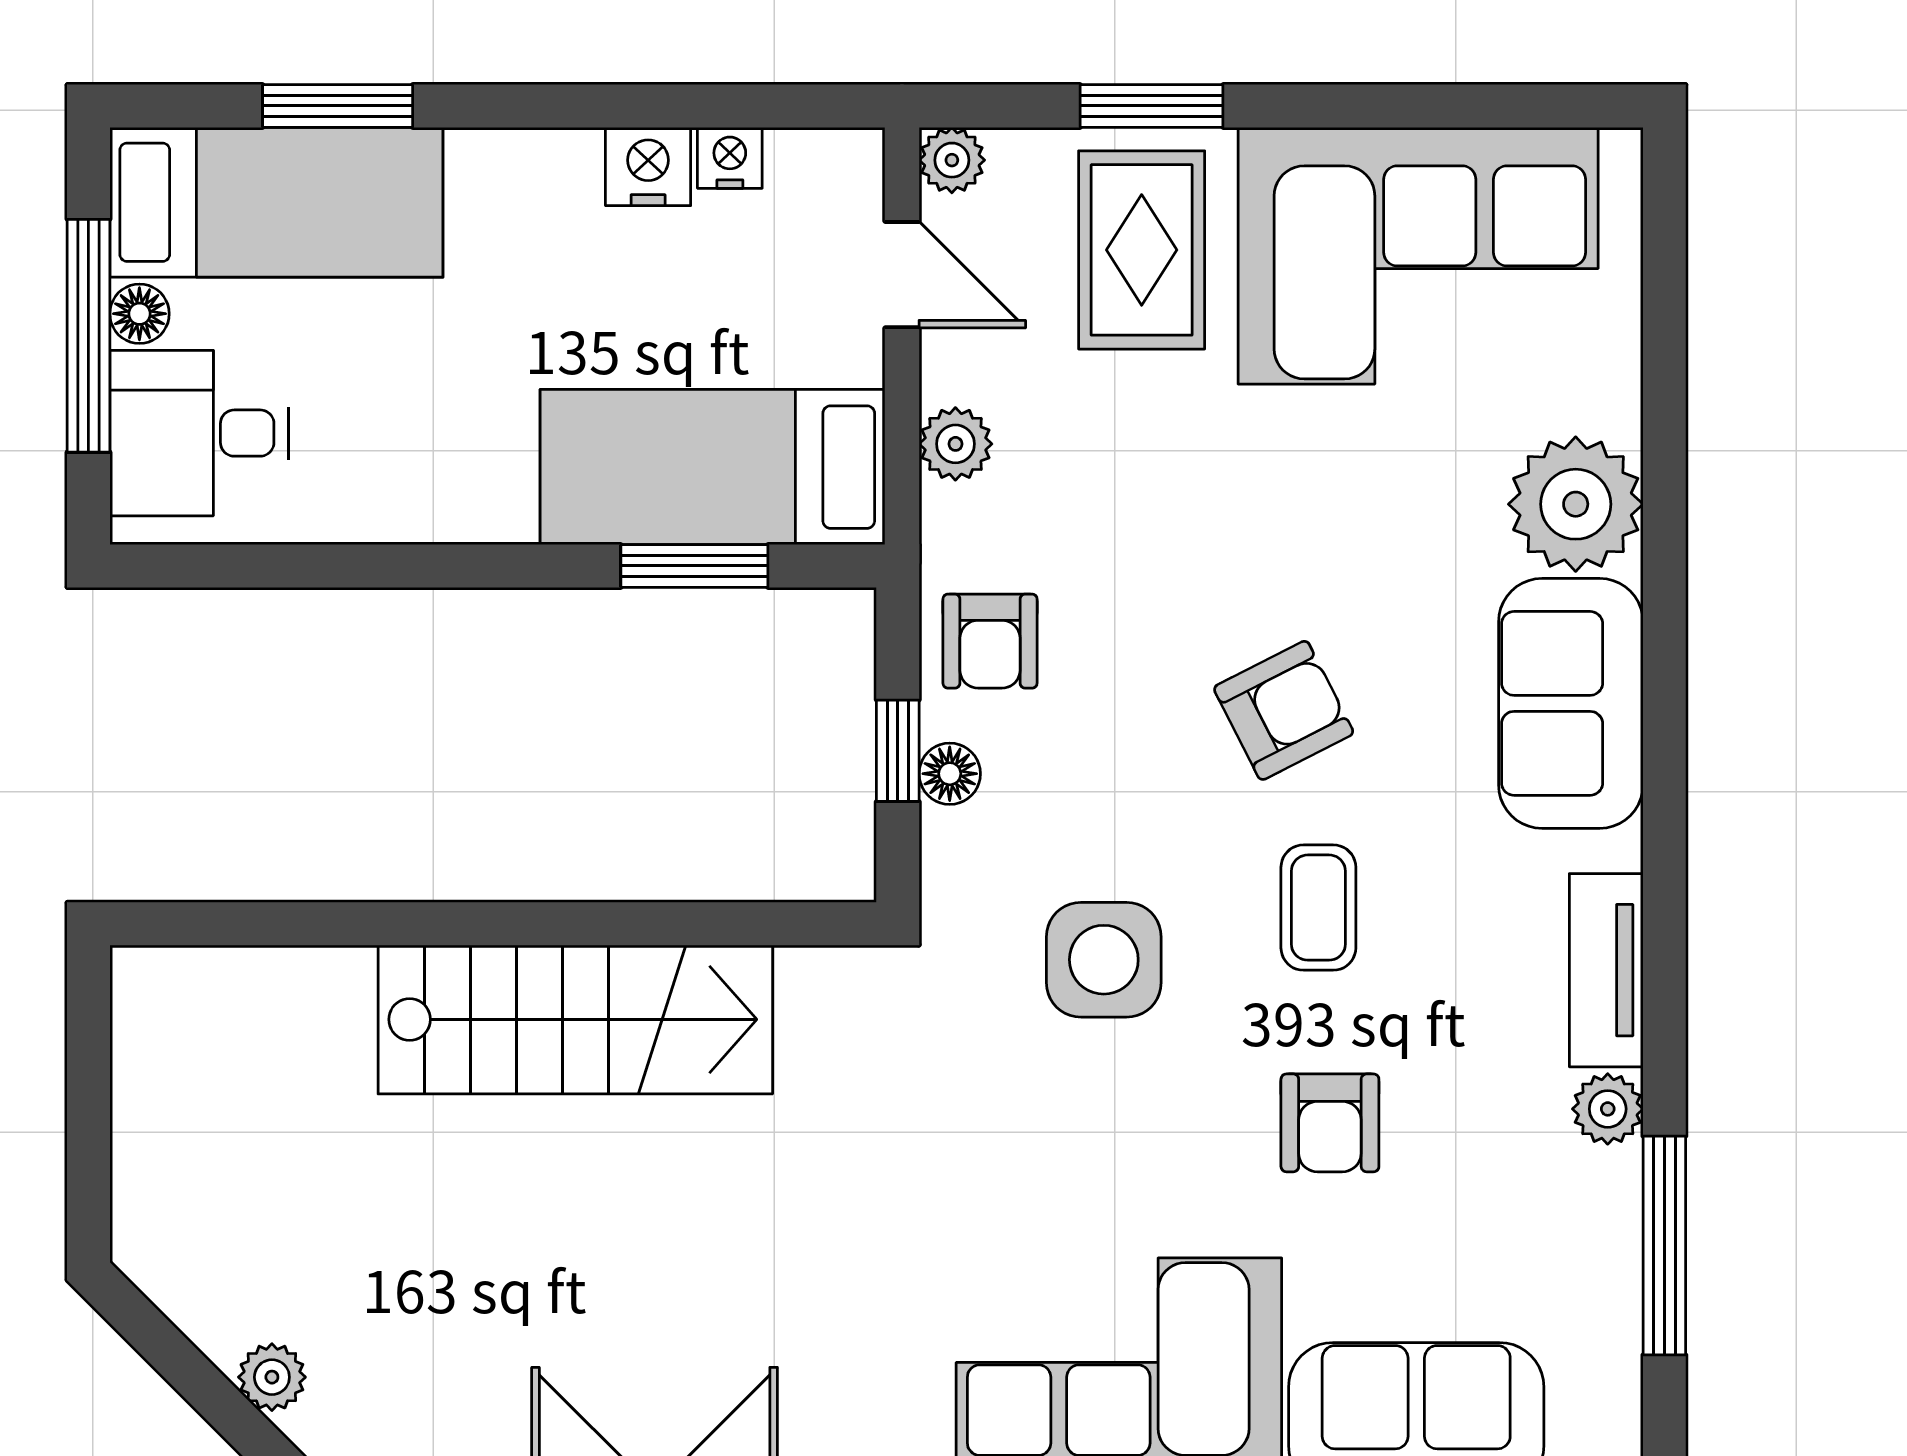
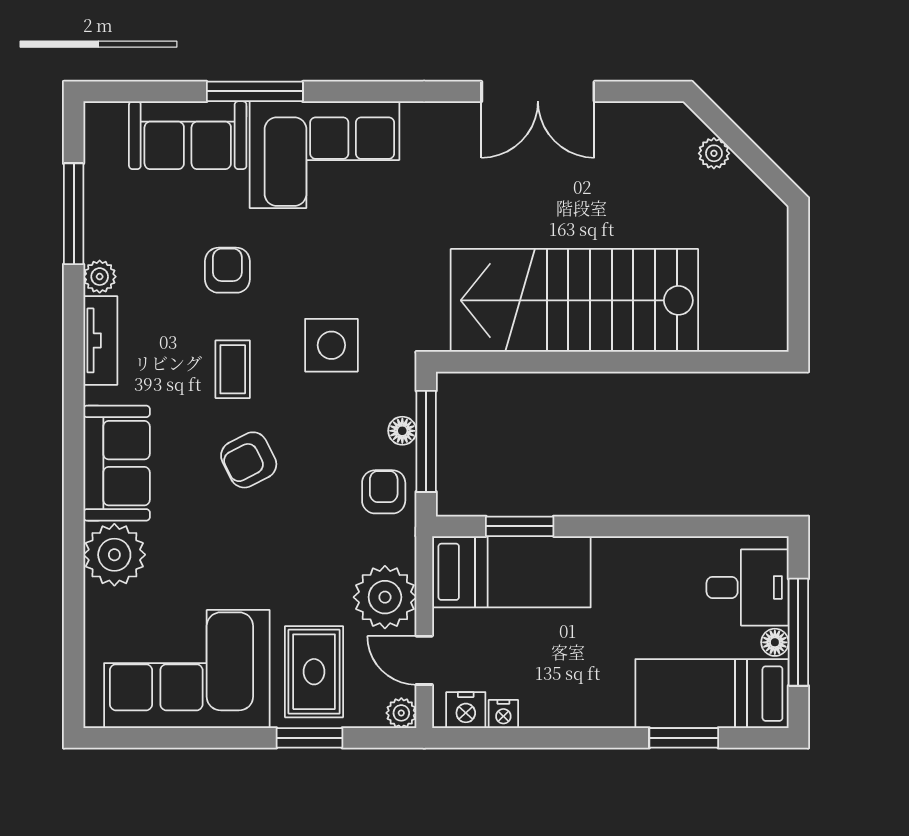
nightstand: (648, 166) -> (466, 710), moved
plant: (955, 444) -> (385, 597), width x1.88, depth x1.88
window: (898, 751) -> (426, 441), width x2.17
stairs: (575, 1019) -> (574, 300), width x1.36, depth x1.51

